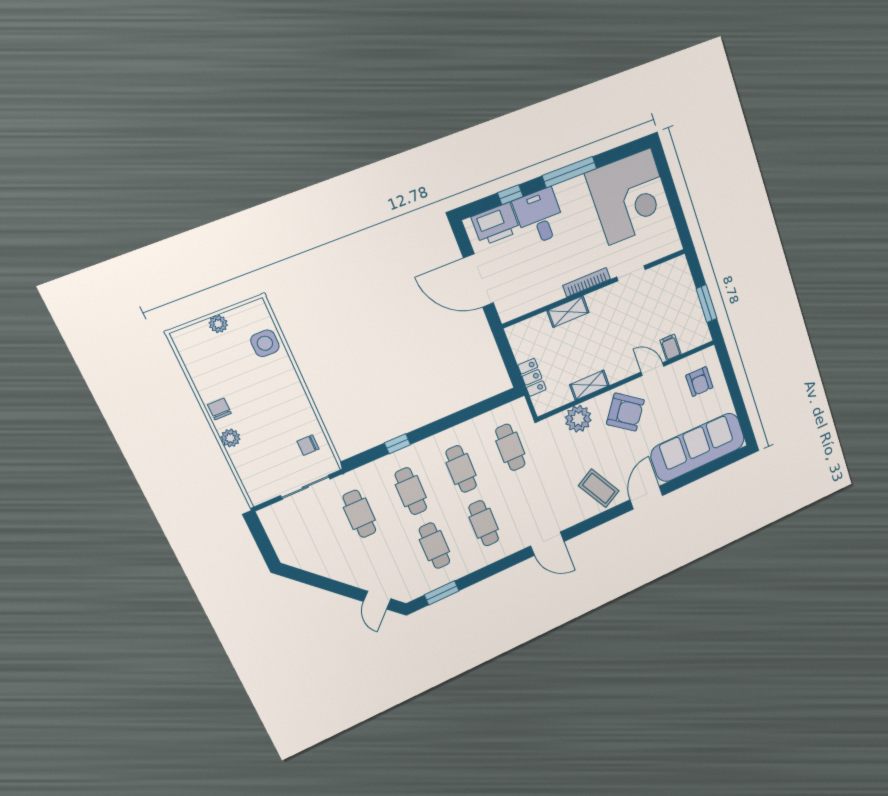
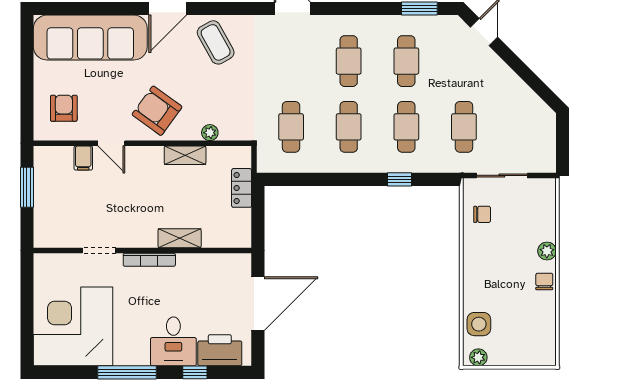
door: (479, 281) -> (258, 304), hinge flipped
plant: (218, 324) -> (478, 357), moved
chair: (219, 409) -> (544, 281), turned 180
plant: (578, 419) -> (210, 133), width x0.53, depth x0.53

